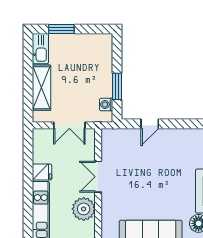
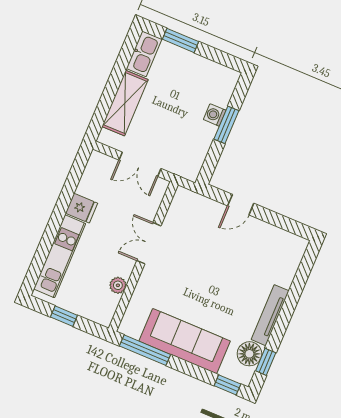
window: (117, 86) -> (226, 125), moved
washing machine: (106, 104) -> (215, 115), moved
plant: (84, 209) -> (118, 285), width x0.53, depth x0.53

